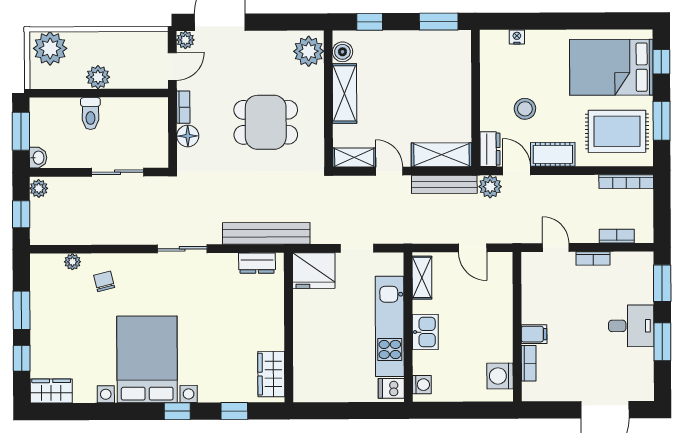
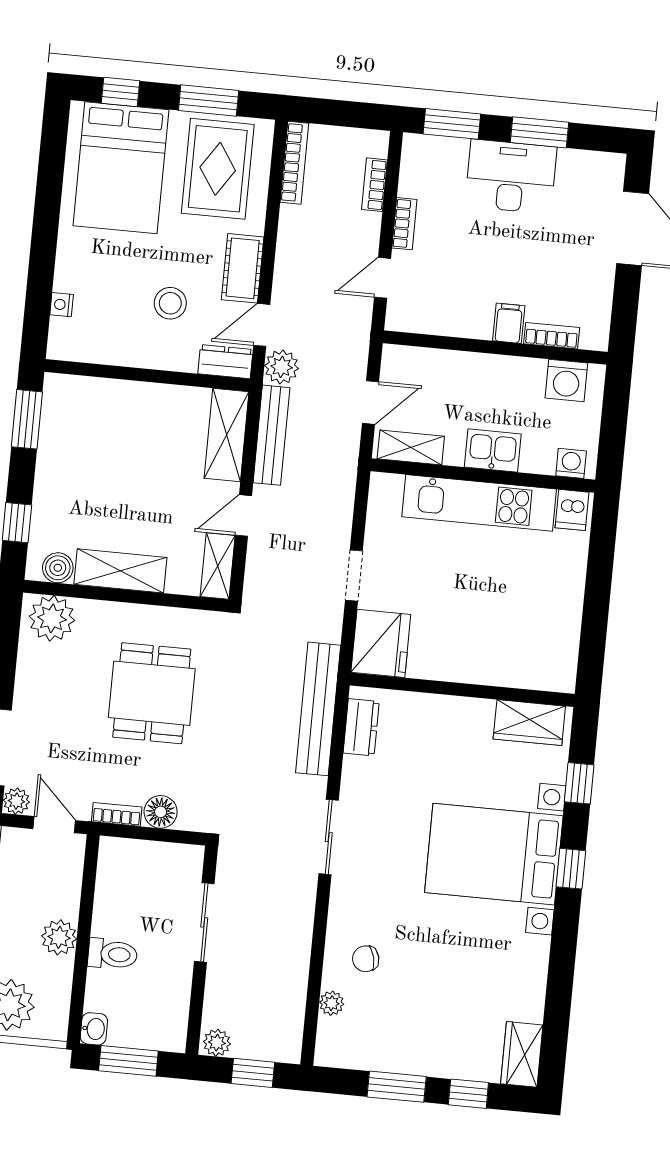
washbasin: (38, 158) -> (94, 1029), moved, turned 90
shelving: (422, 278) -> (411, 447), moved
kitchen unit: (390, 326) -> (479, 503), moved
desk: (631, 326) -> (511, 177), width x1.37
wall: (408, 327) -> (483, 475), moved
kitchen sink: (425, 332) -> (493, 451), moved
bed with nightstands: (147, 359) -> (494, 854), moved
washing machine: (422, 385) -> (571, 463), moved
dishwasher: (391, 388) -> (572, 510), moved

